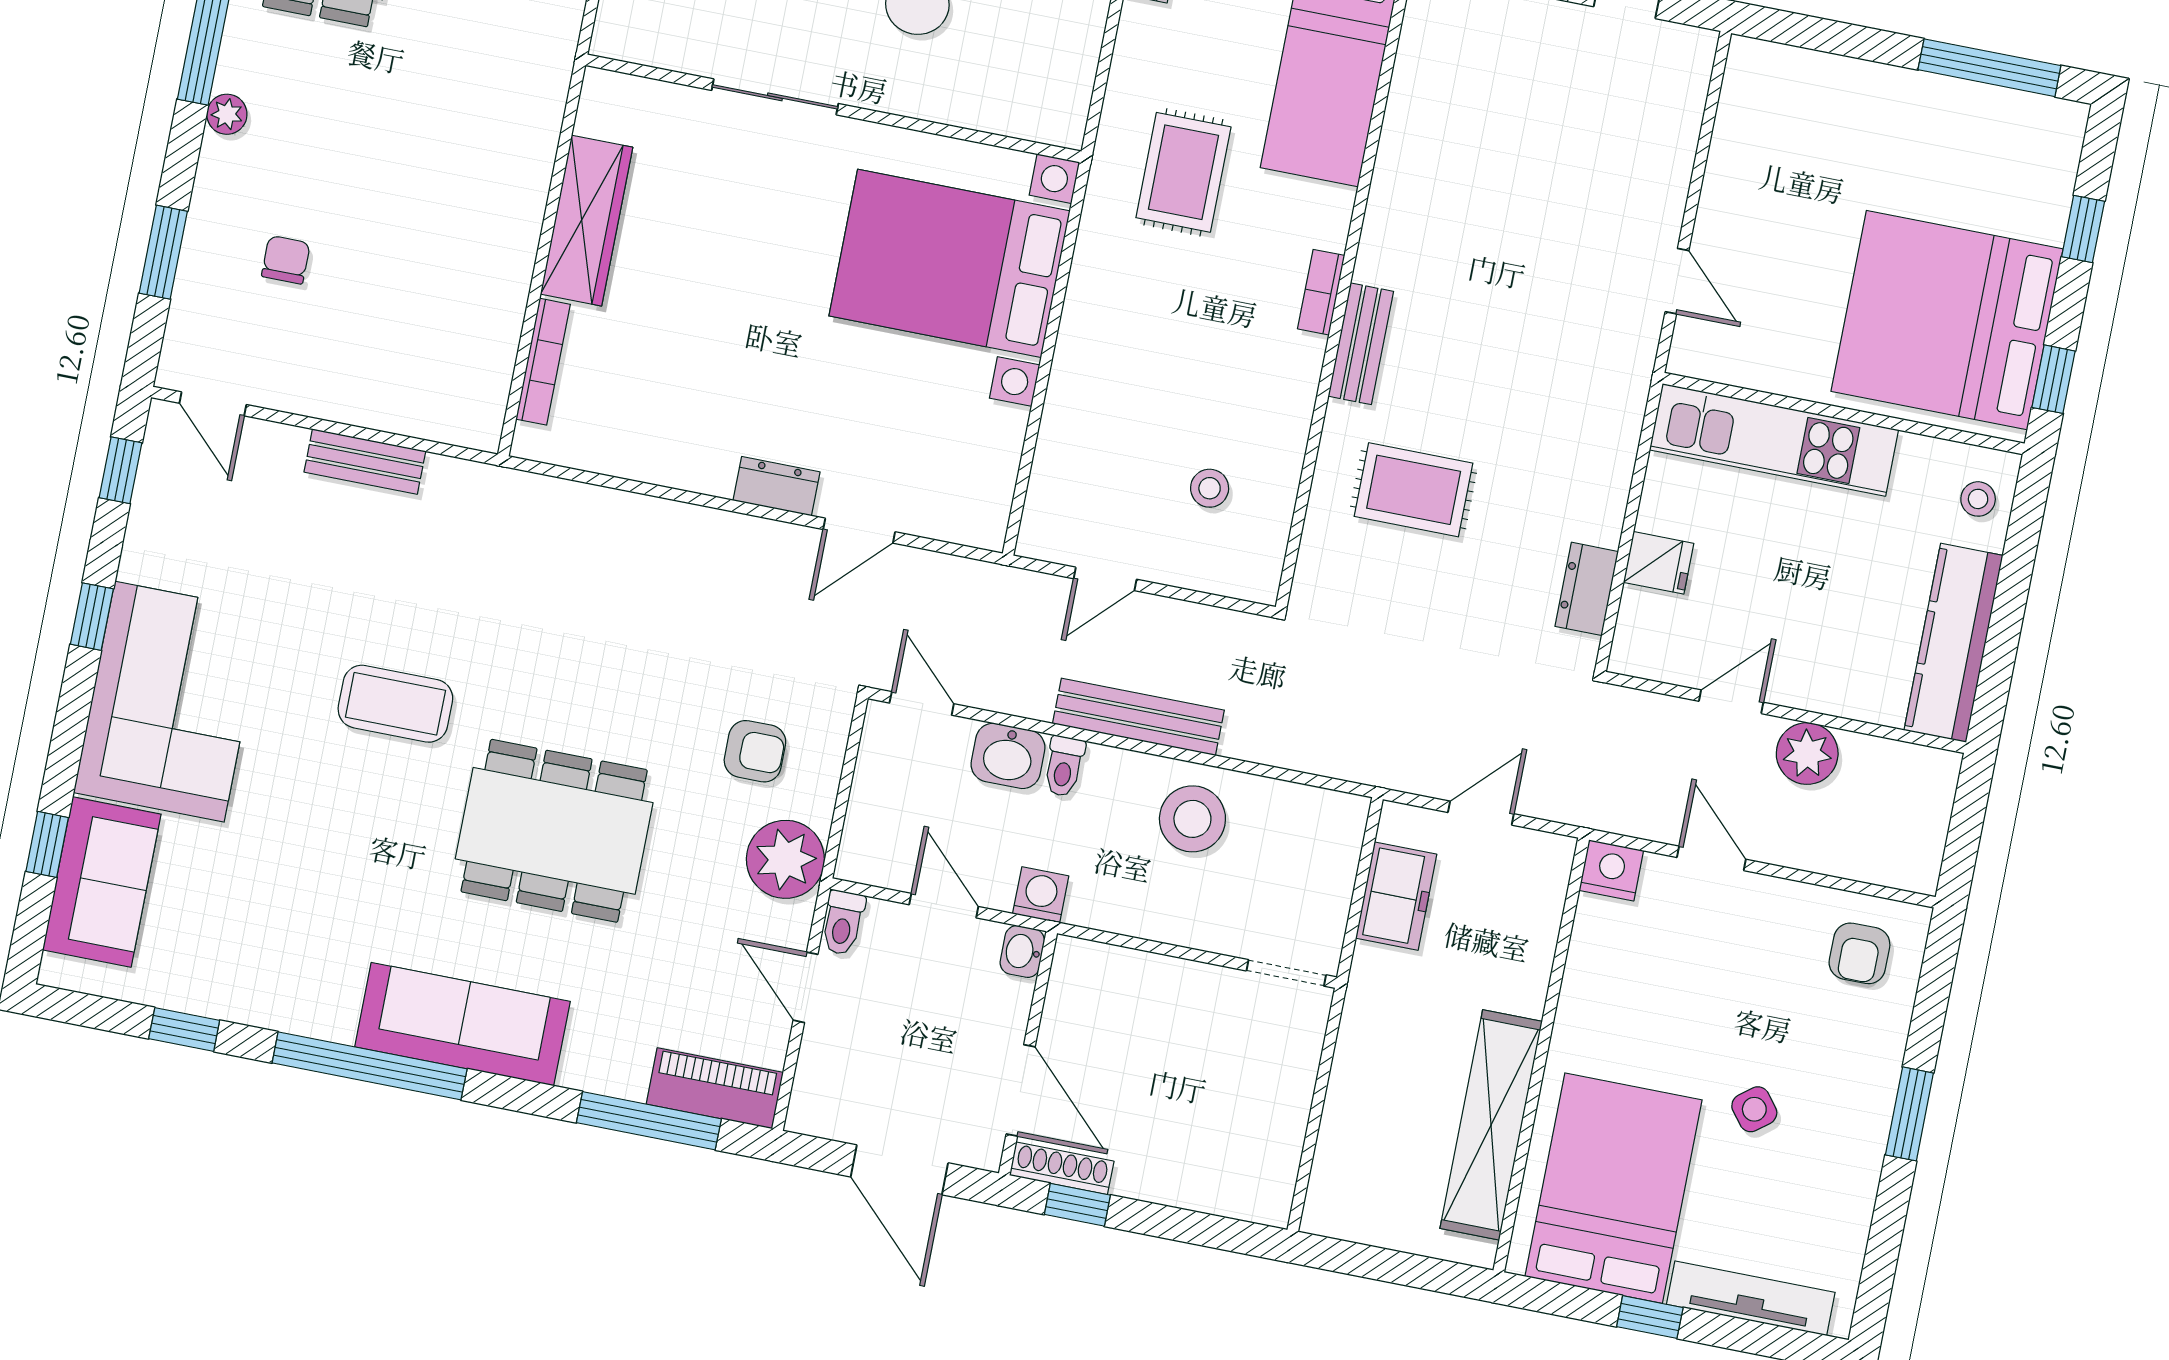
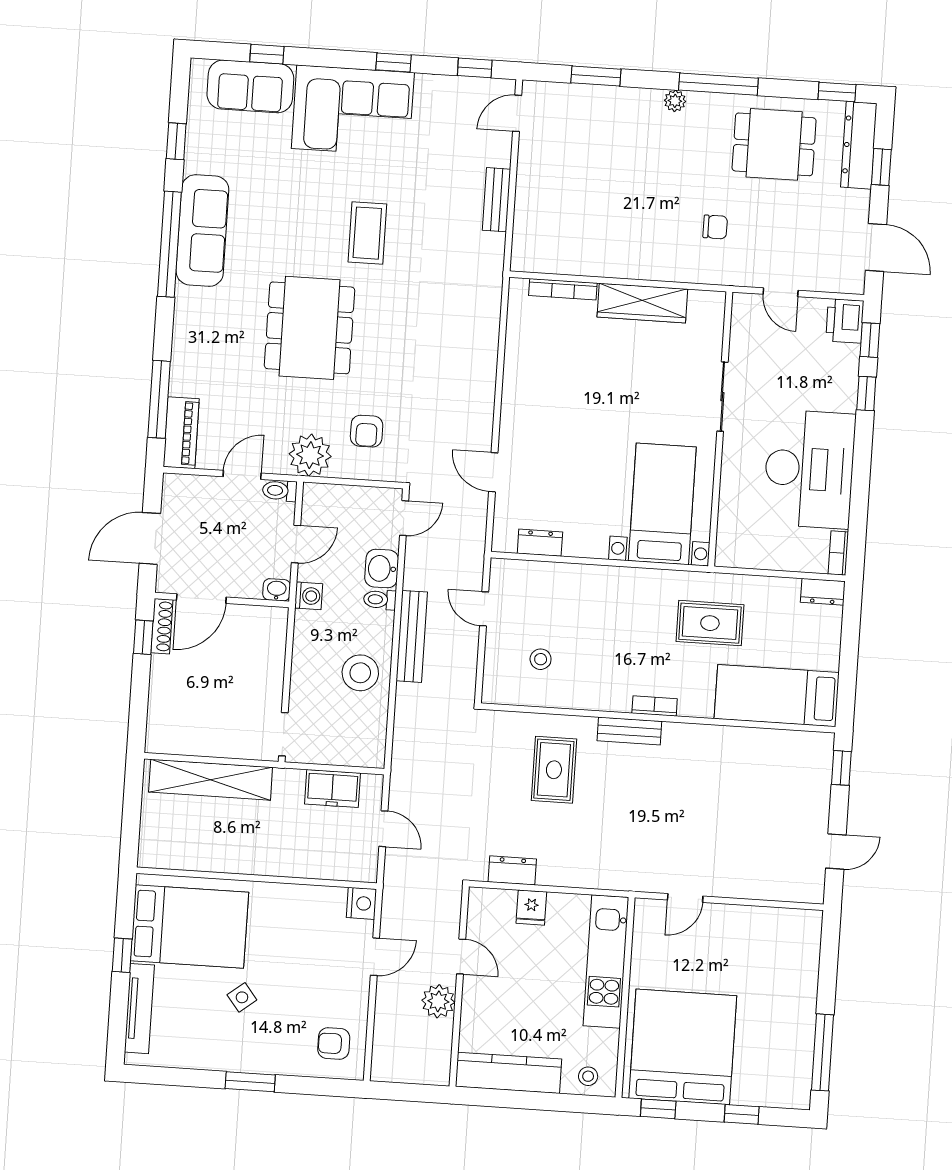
chair: (286, 260) -> (715, 227), moved
bed with nightstands: (949, 263) -> (662, 504), width x0.73
dresser: (776, 486) -> (540, 543), moved, turned -90
sofa: (462, 1024) -> (202, 231), moved
shelving: (1491, 1125) -> (211, 780), moved

